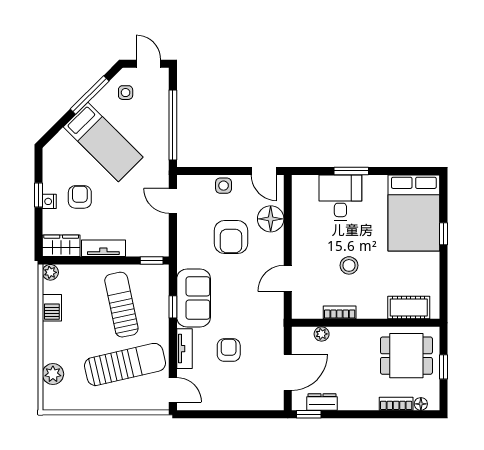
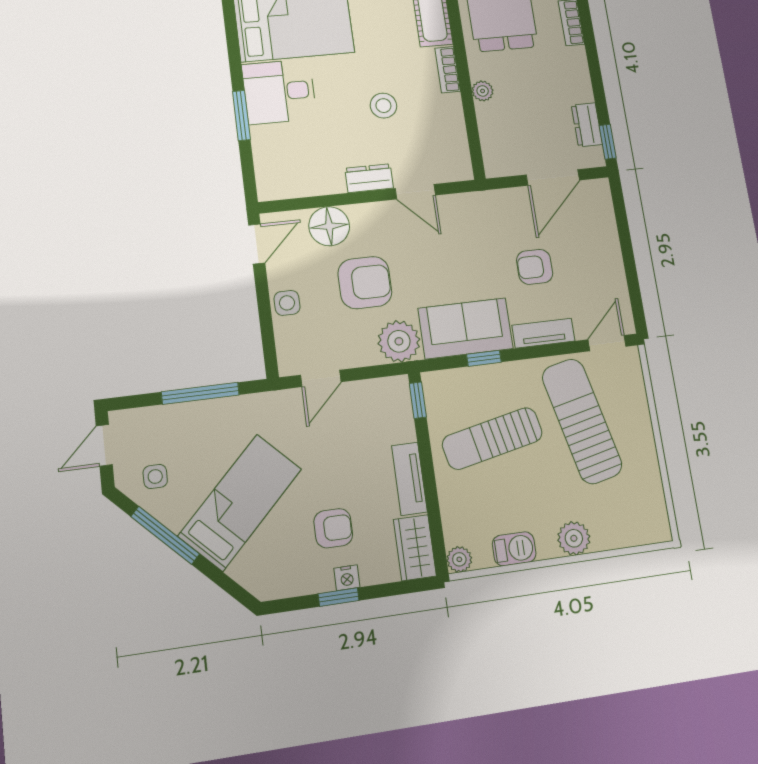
window: (173, 125) -> (200, 393), width x0.68
armchair: (80, 197) -> (333, 528), turned 180
desk: (340, 198) -> (279, 92), moved
dresser: (300, 249) -> (369, 178), added
plant: (190, 254) -> (399, 341), added
bookcase: (340, 312) -> (448, 70), moved
plant: (322, 334) -> (483, 91), moved
door: (288, 372) -> (553, 177), swing flipped
plant: (53, 374) -> (574, 538), moved

